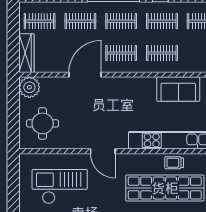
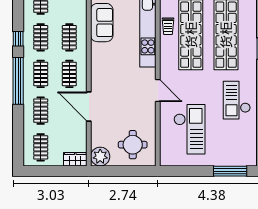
wardrobe: (26, 53) -> (75, 159), width x0.67
door: (103, 151) -> (158, 91), hinge flipped
checkout: (60, 187) -> (190, 129), turned 180

